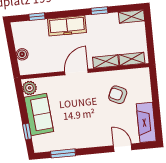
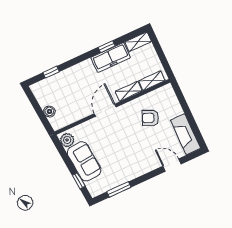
freezer: (67, 26) -> (111, 57), moved

